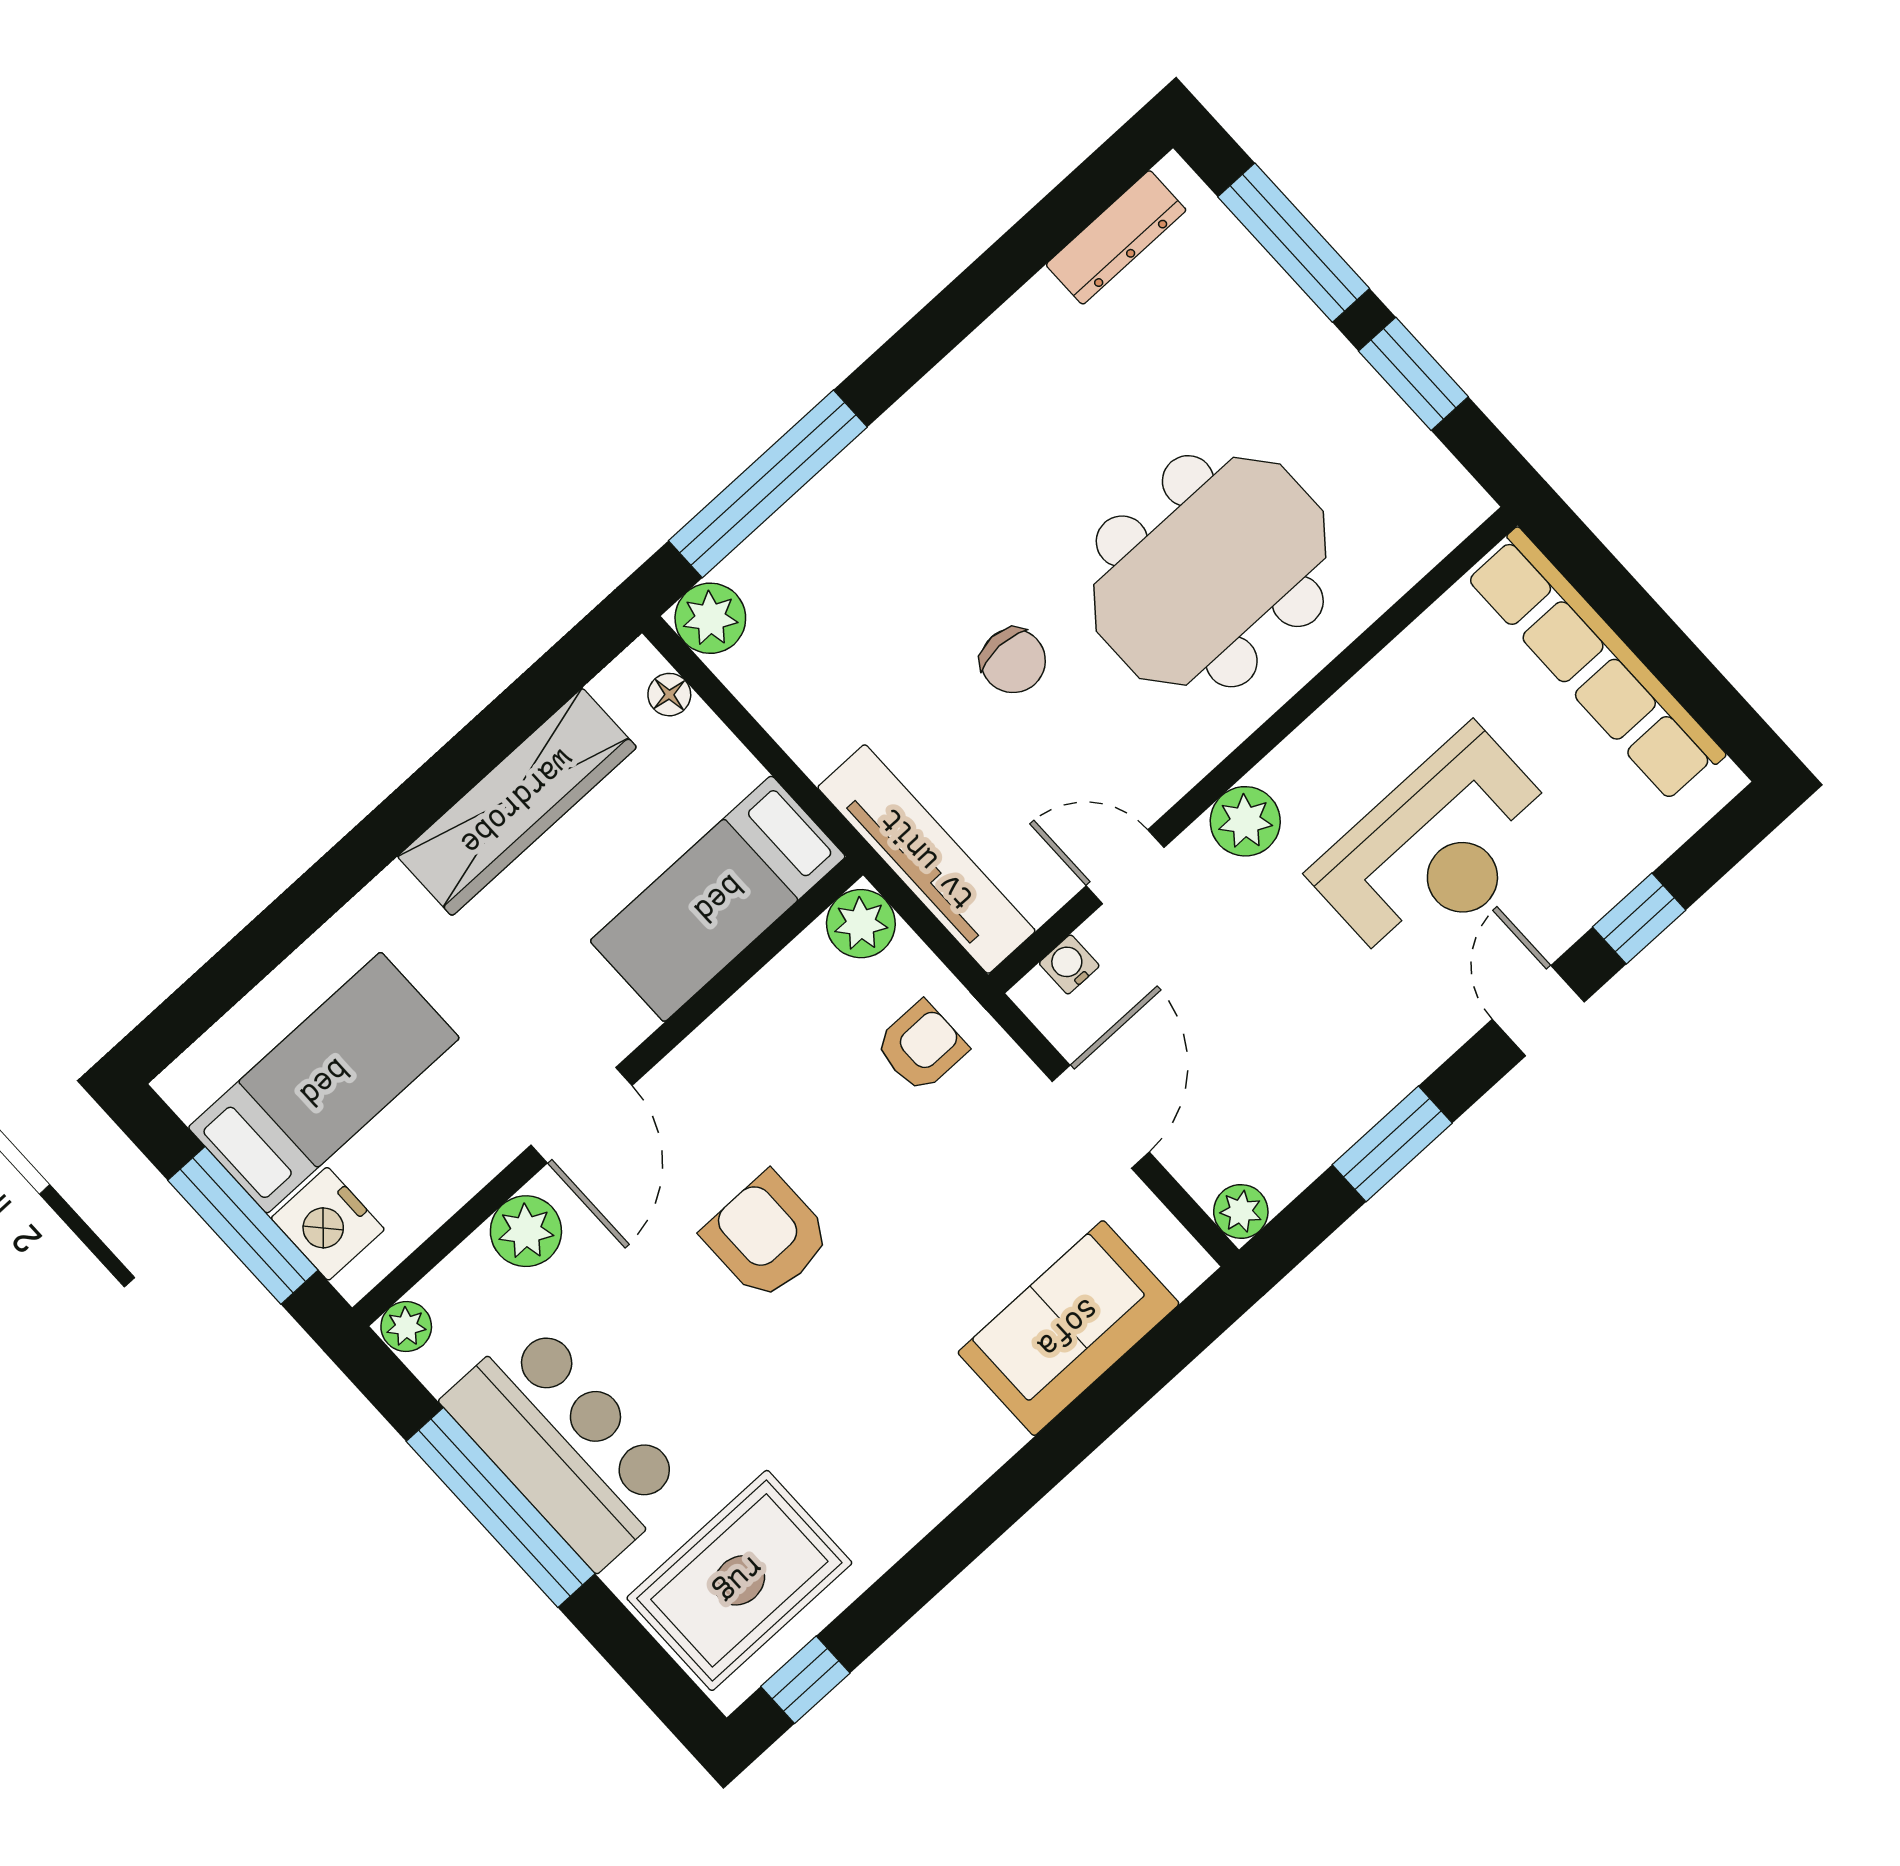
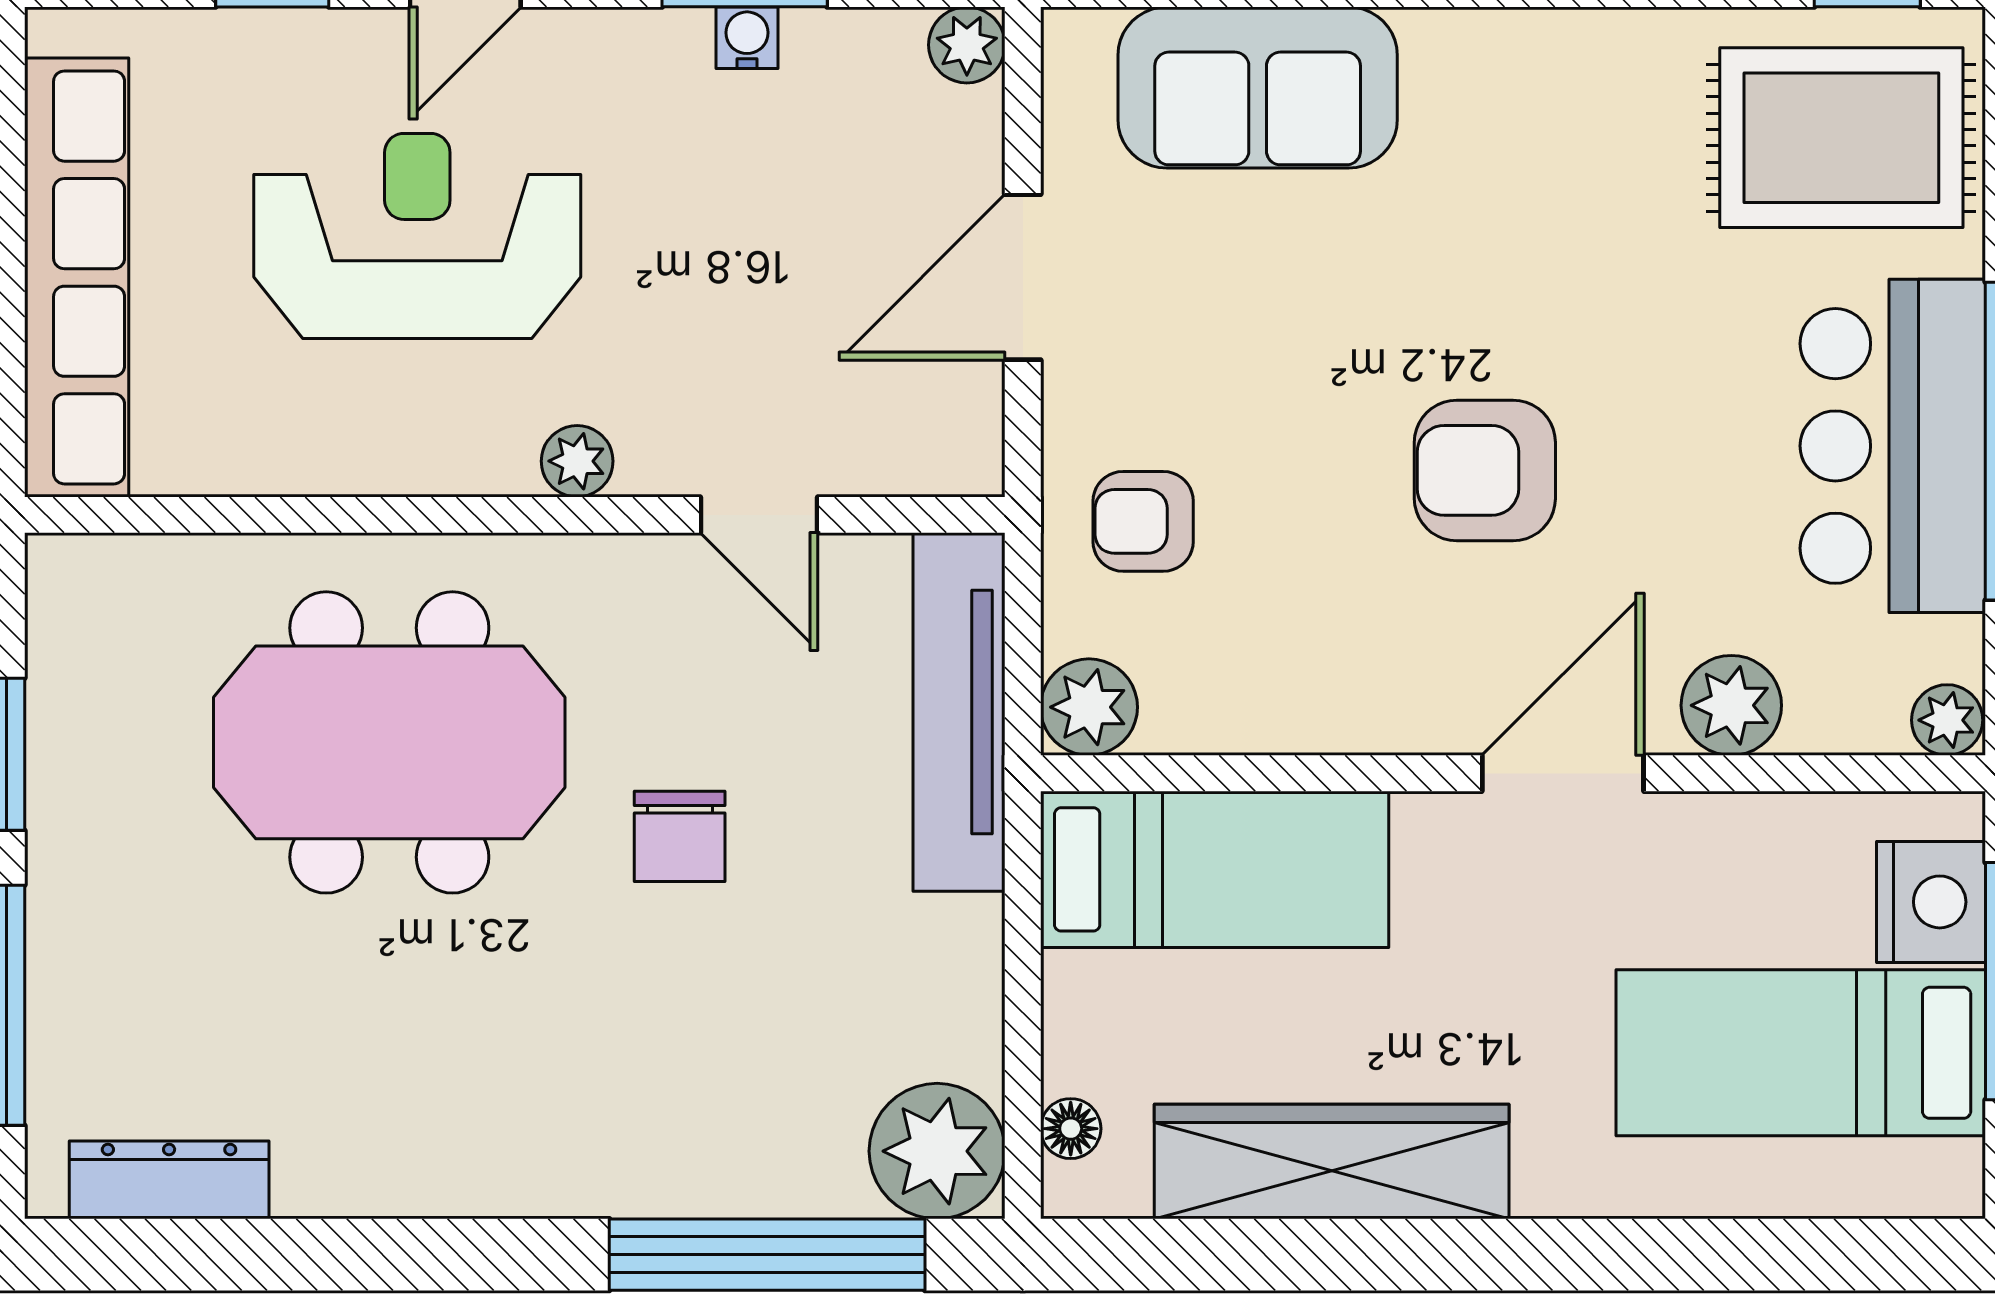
plant: (710, 618) -> (937, 1151), width x1.36, depth x1.36
chair: (1013, 661) -> (680, 836), turned 180
plant: (1245, 821) -> (577, 461), width x0.73, depth x0.73
water cooler: (1069, 964) -> (747, 38), moved, turned 180
armchair: (767, 1236) -> (1485, 470), turned 90

